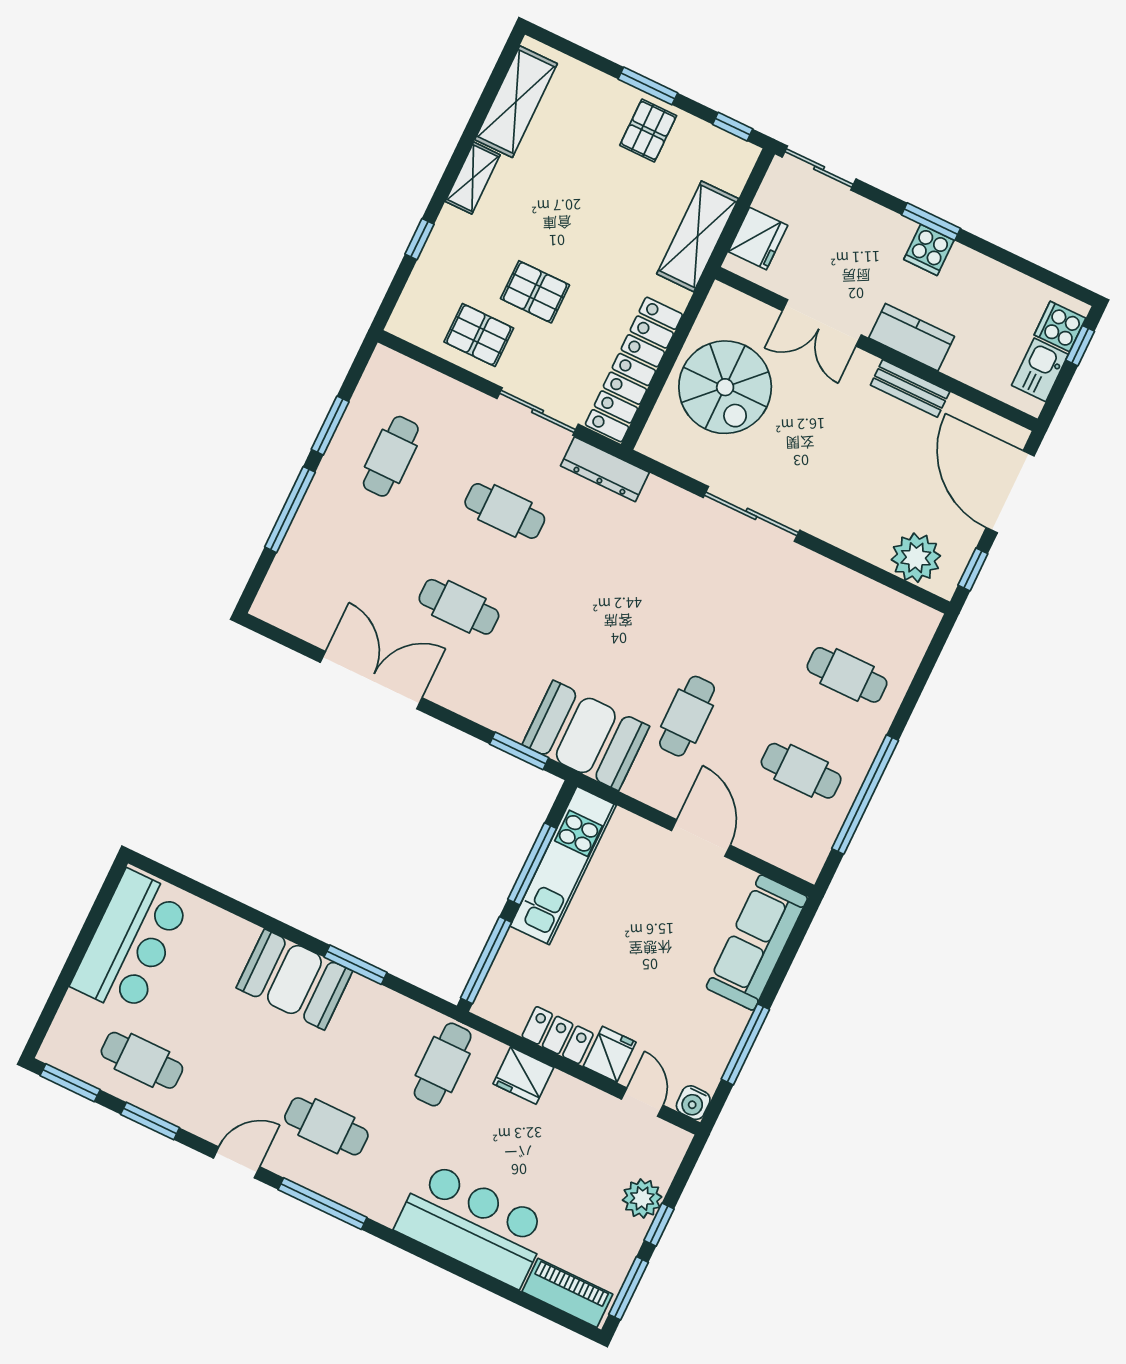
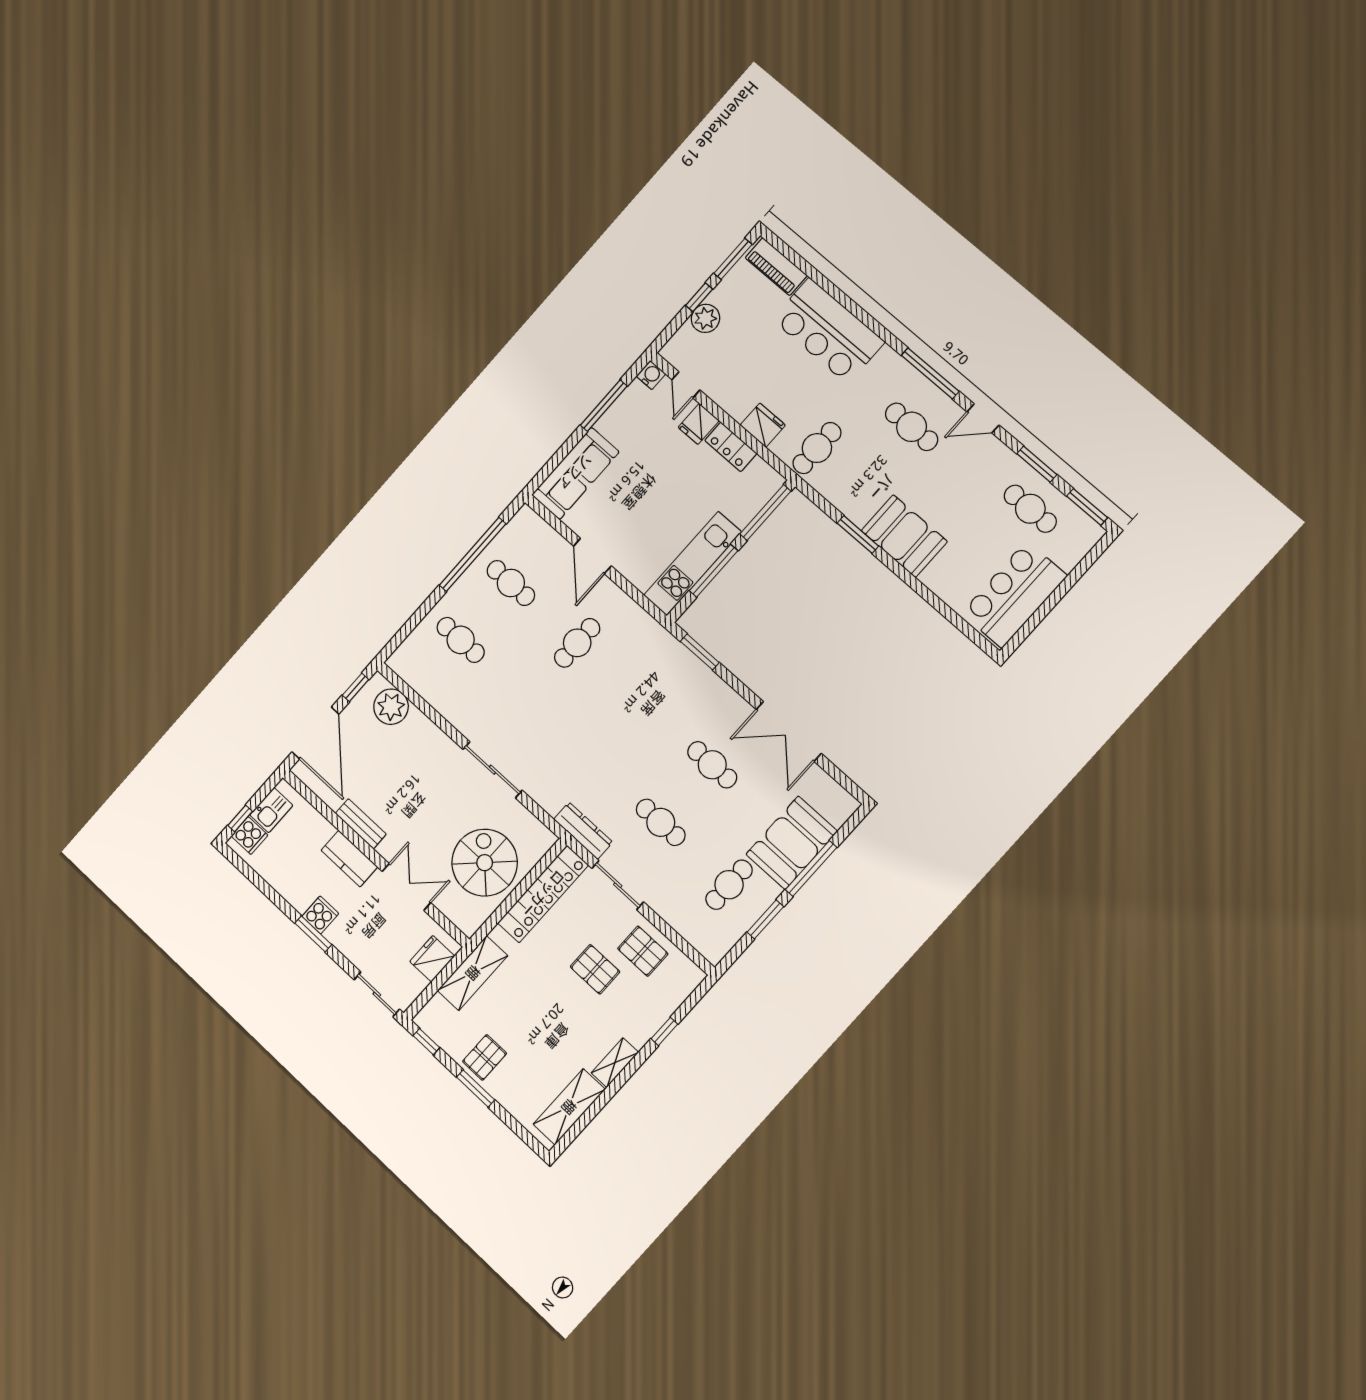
booth: (586, 735) -> (792, 843), moved, turned 90

